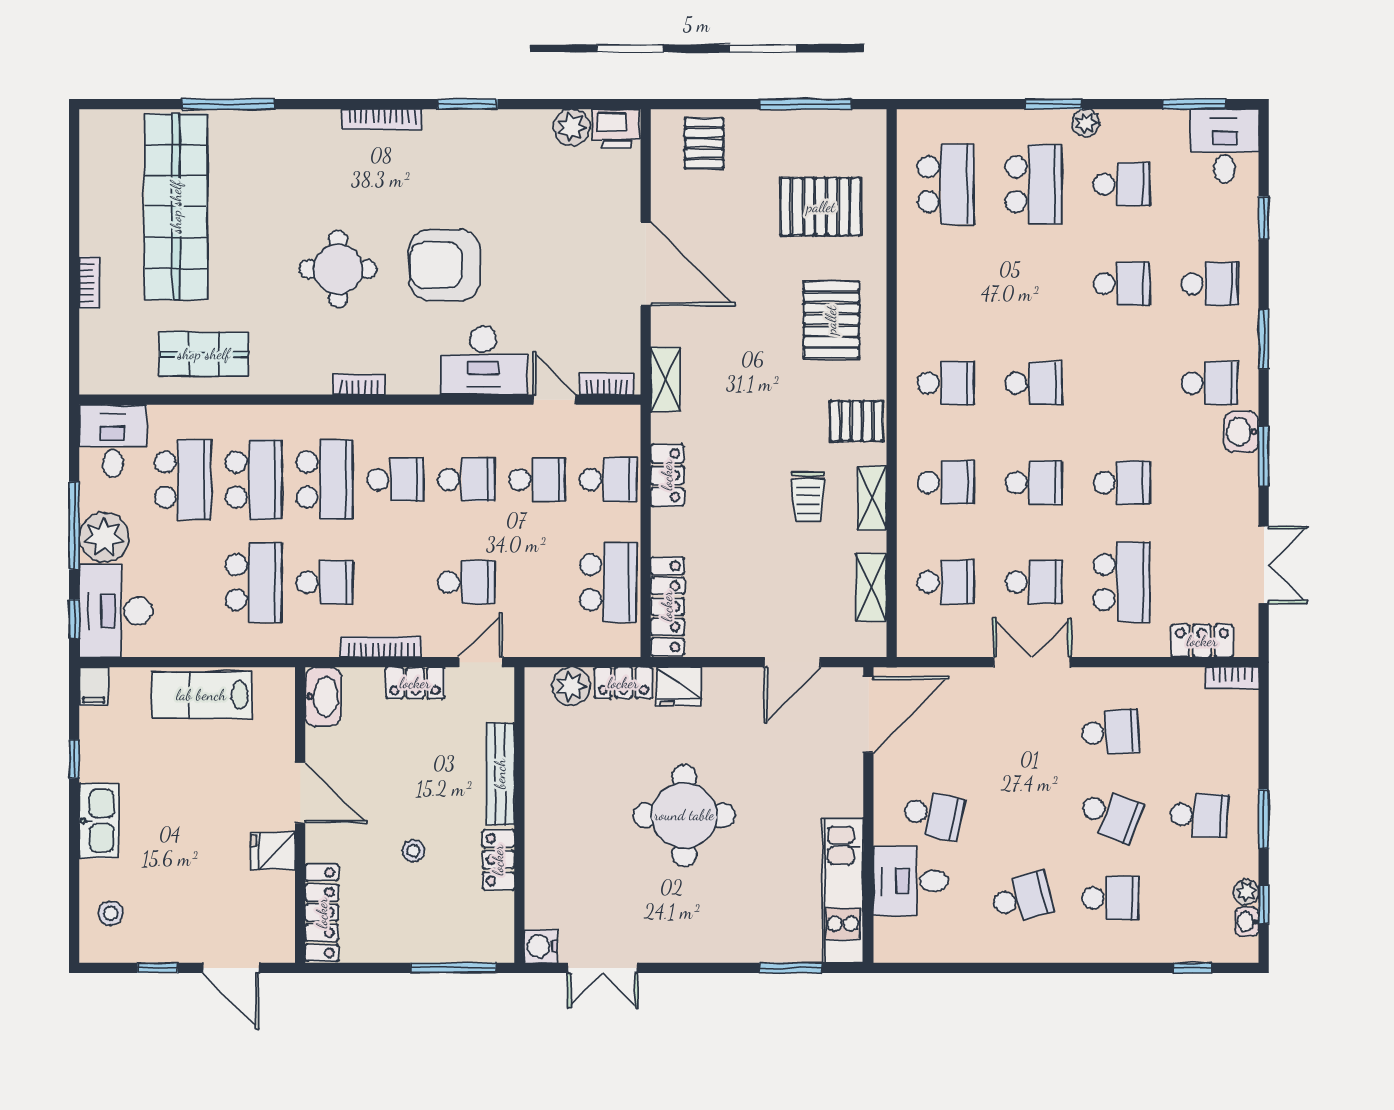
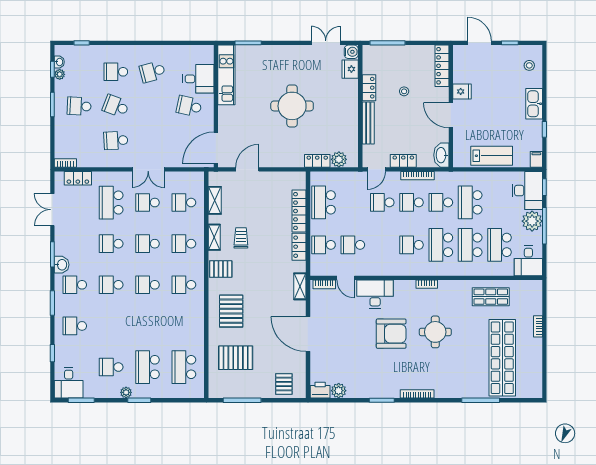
school desk: (1122, 284) -> (111, 285), moved
school desk: (466, 480) -> (412, 202), moved
locker: (667, 606) -> (299, 211), moved
fridge: (679, 687) -> (350, 69), moved, turned -90

